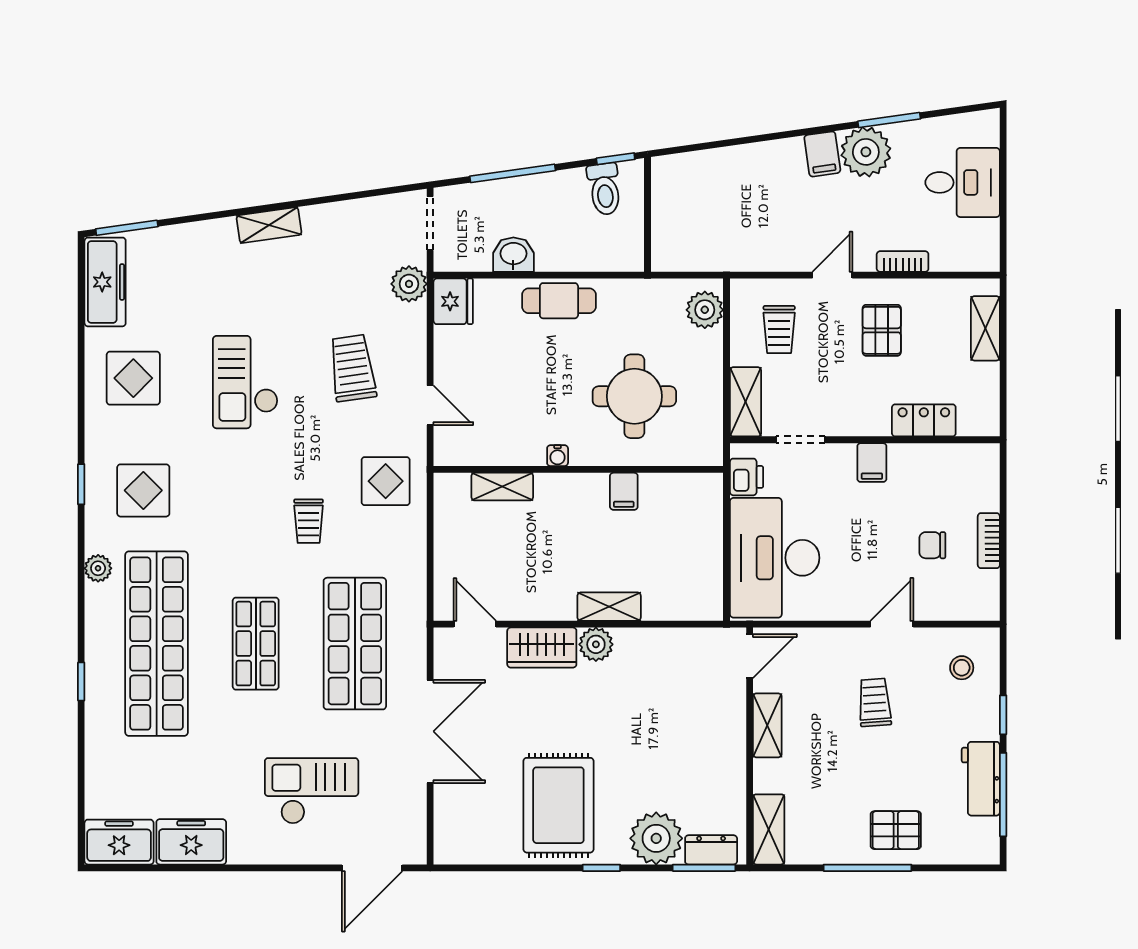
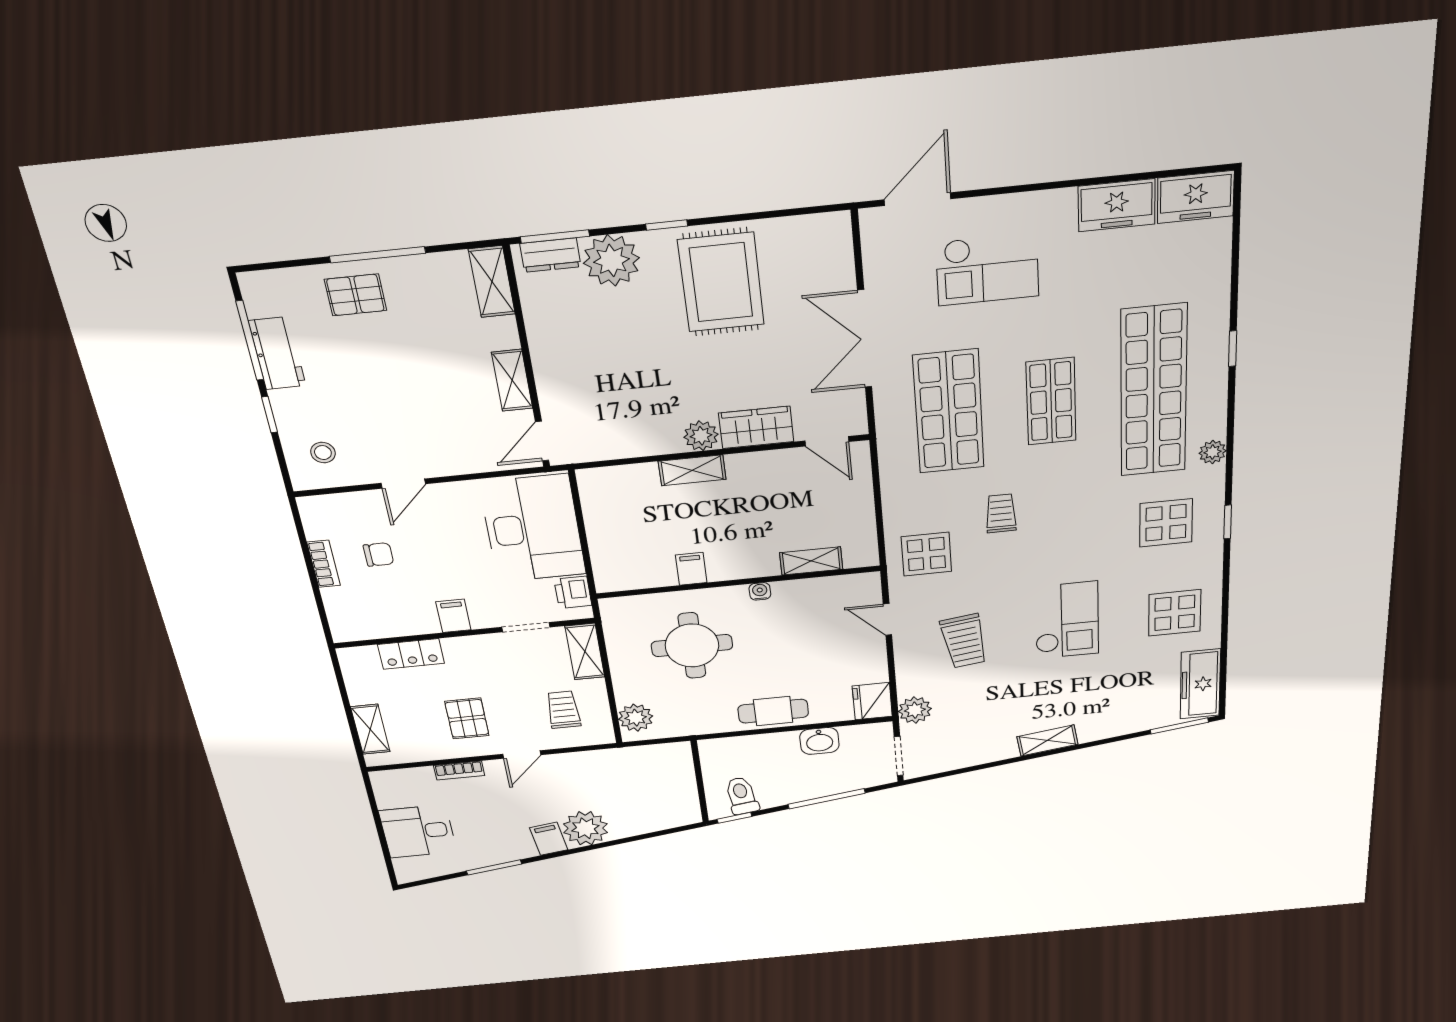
plant: (866, 152) -> (585, 828), moved
trolley: (875, 702) -> (405, 412), removed

